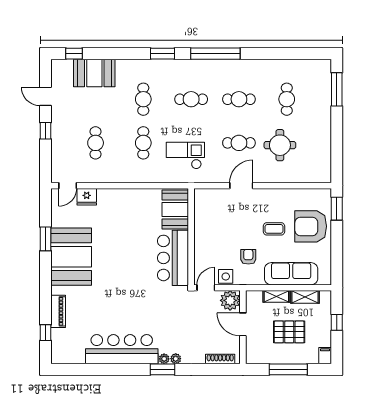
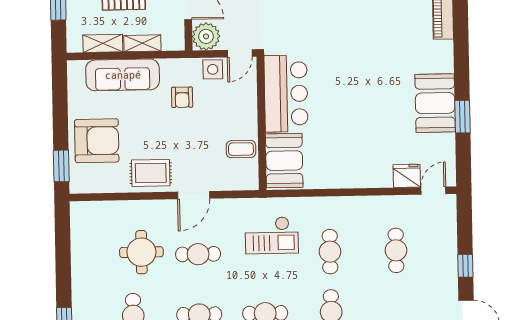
rug: (272, 202) -> (151, 173), added
coffee table: (274, 229) -> (241, 149), moved
booth: (71, 257) -> (435, 103), width x0.73, depth x0.70

